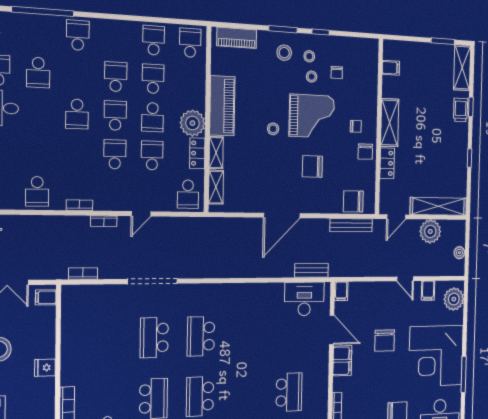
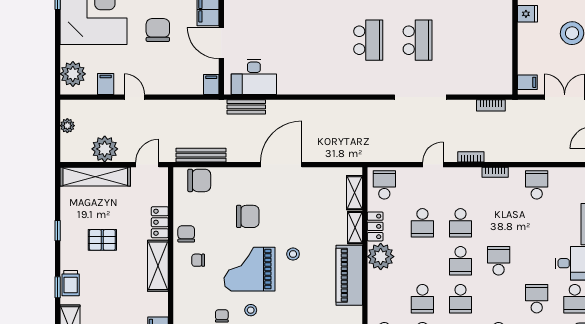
school desk: (153, 117) -> (422, 261), removed
pallet: (434, 148) -> (102, 240), added

